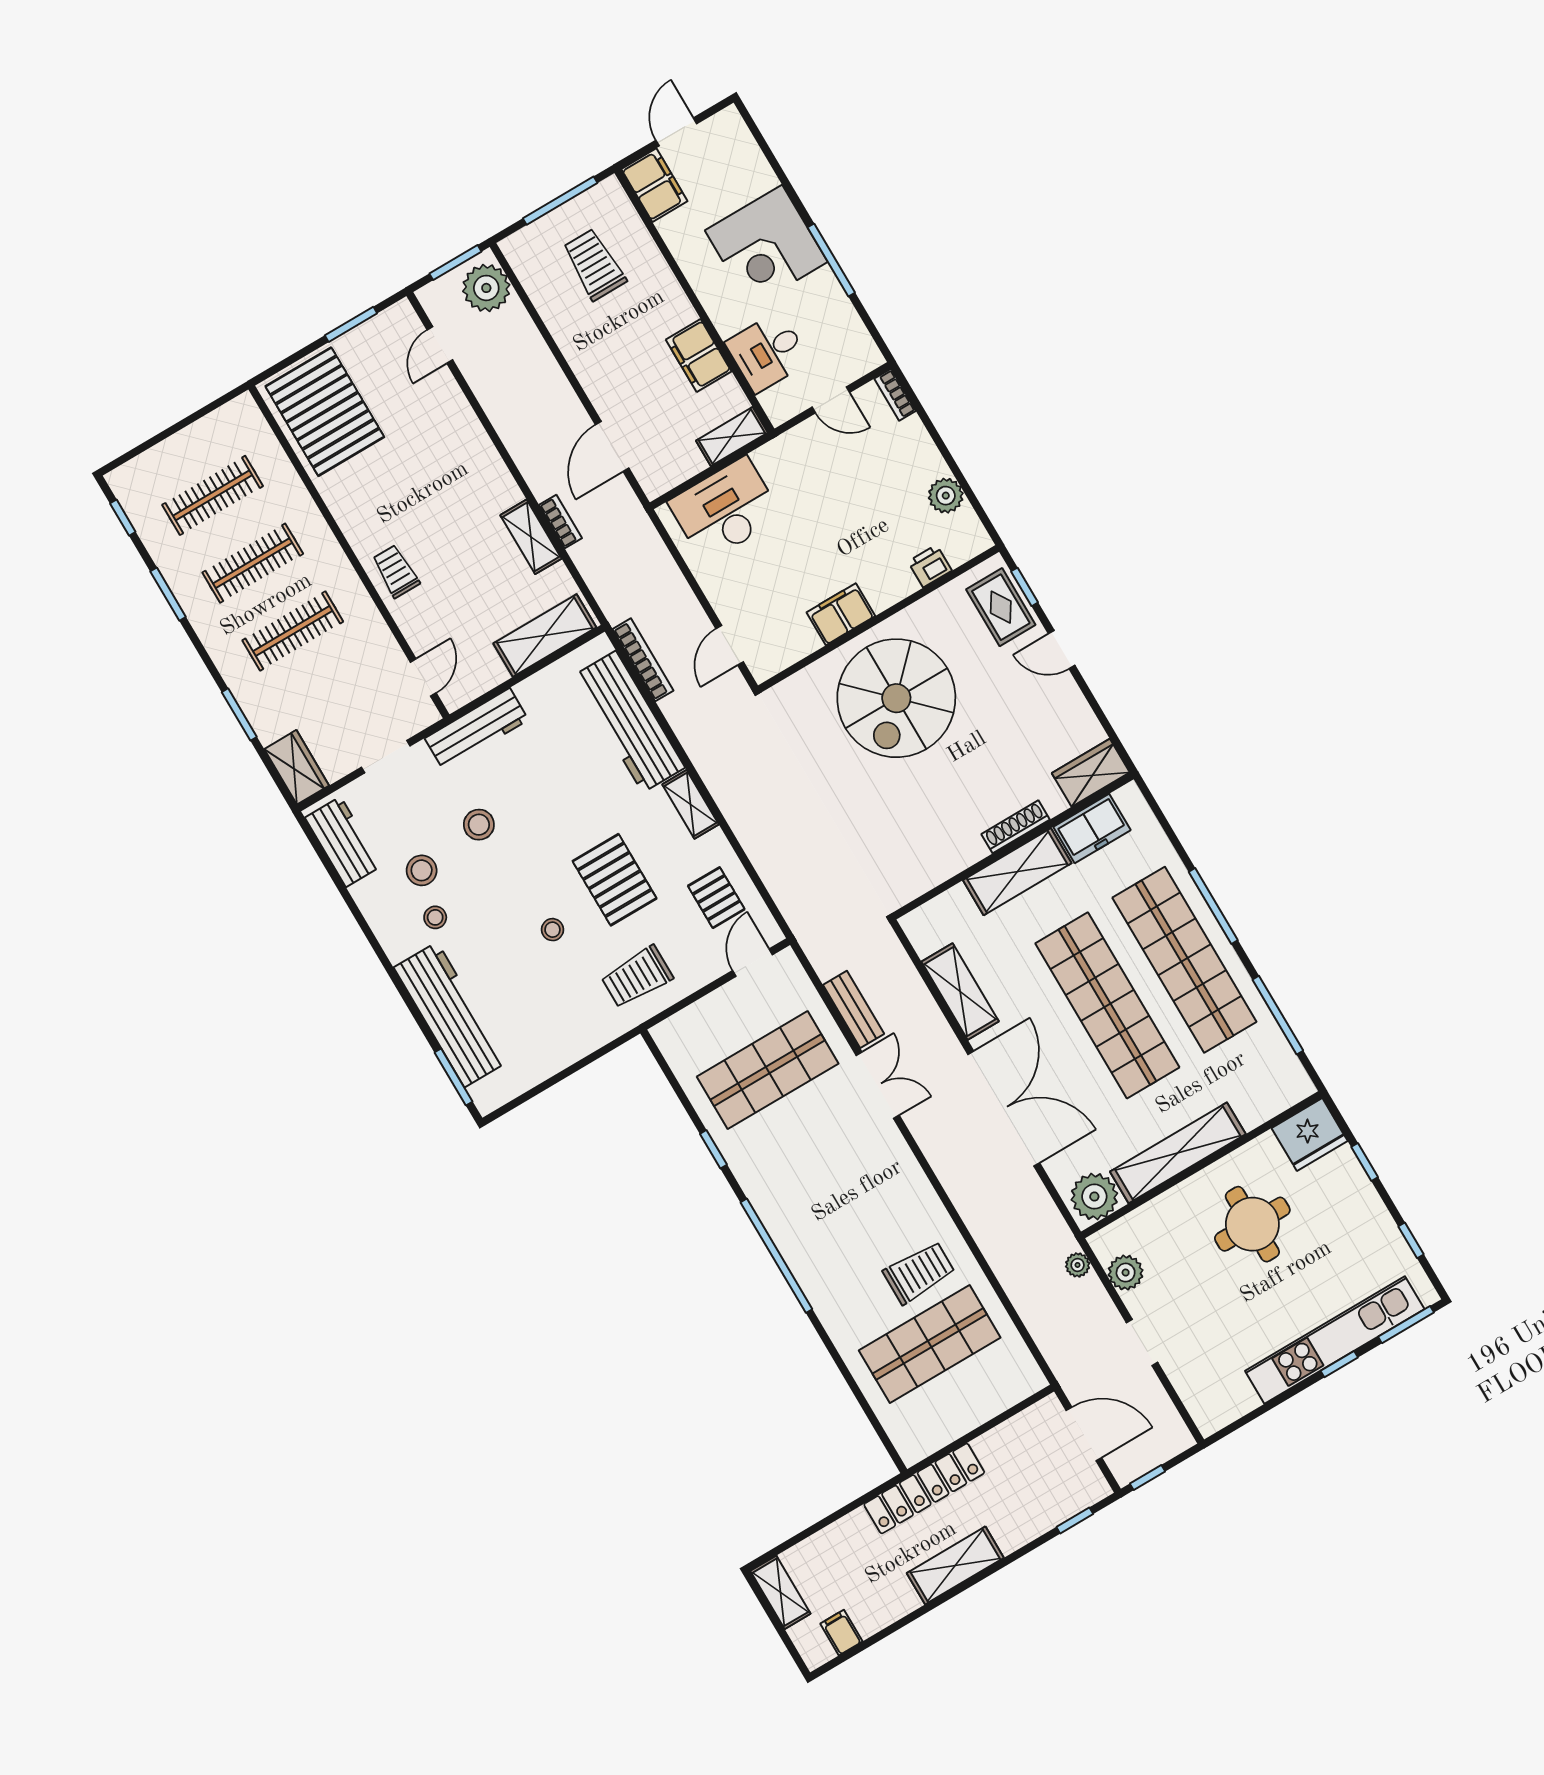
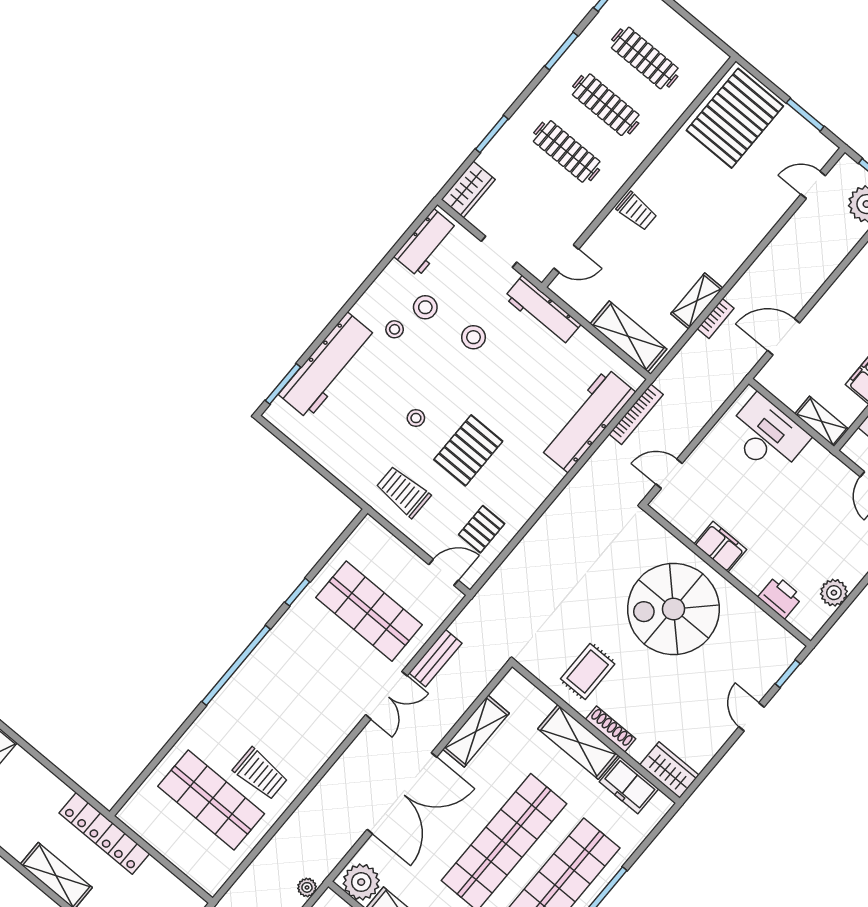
printer: (930, 566) -> (780, 597), width x1.36, depth x1.24
trolley: (396, 571) -> (637, 211), turned 90
rug: (1001, 607) -> (588, 671), moved
shelving: (691, 804) -> (543, 486), removed

